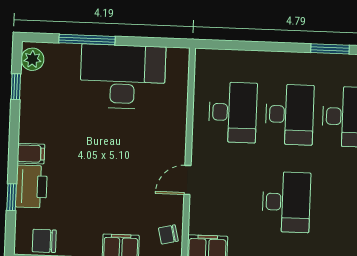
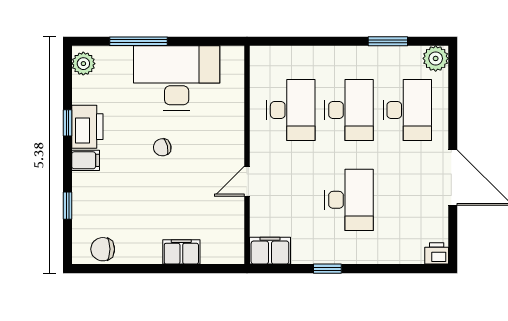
window: (16, 87) -> (67, 123), moved
printer: (31, 186) -> (87, 127), moved
chair: (168, 234) -> (162, 147), moved

